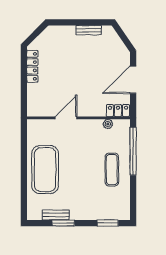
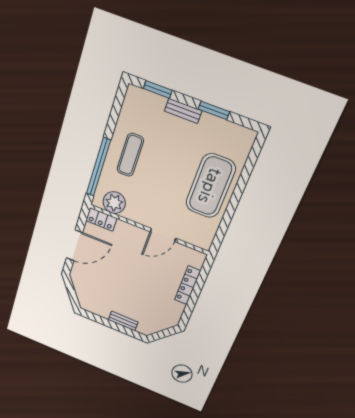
bench: (89, 30) -> (123, 321), moved
locker: (32, 66) -> (188, 285), moved
plant: (108, 124) -> (114, 203), width x1.88, depth x1.88
bench: (56, 215) -> (183, 111), moved

